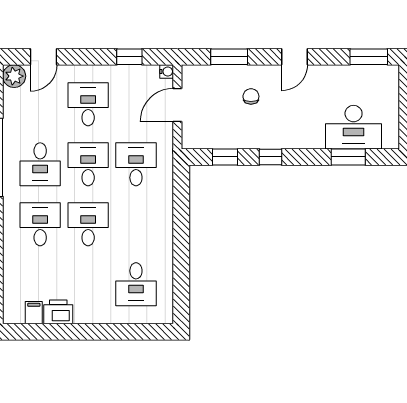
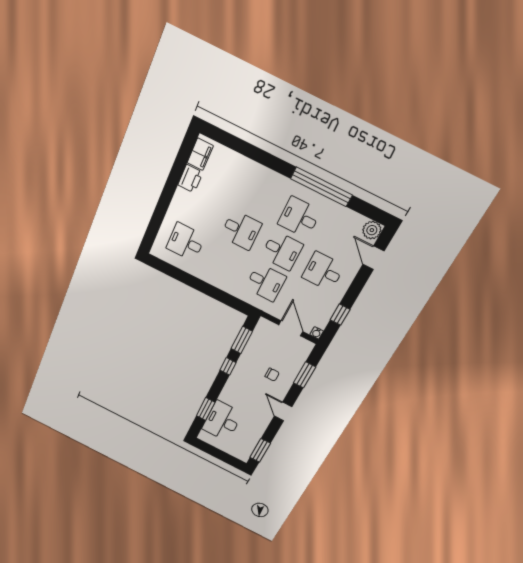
desk: (88, 104) -> (323, 271), turned 180
window: (225, 157) -> (242, 340), width x1.50
desk: (40, 224) -> (257, 196), removed
filing cabinet: (34, 313) -> (200, 154), width x2.00

